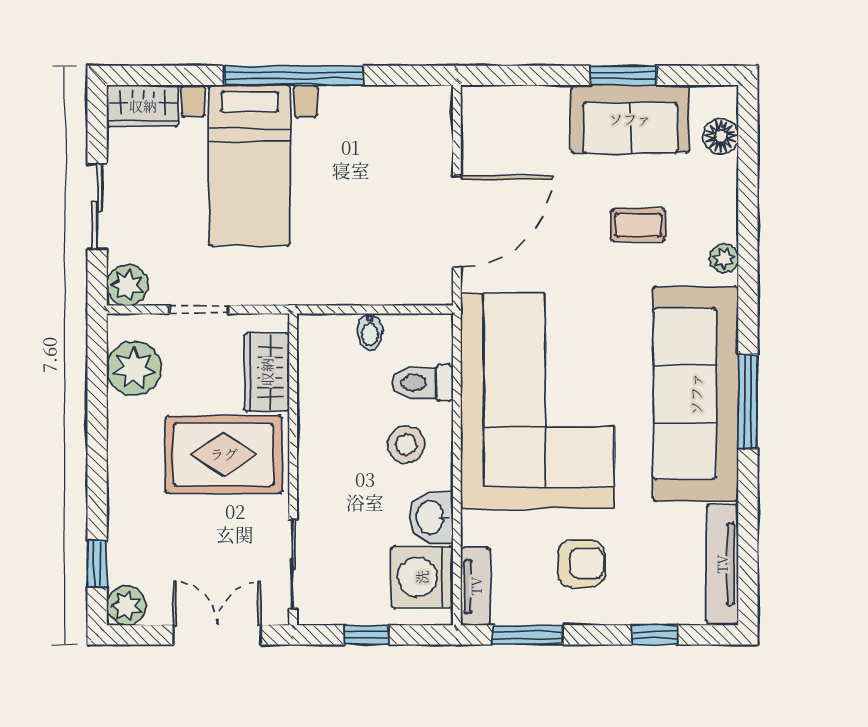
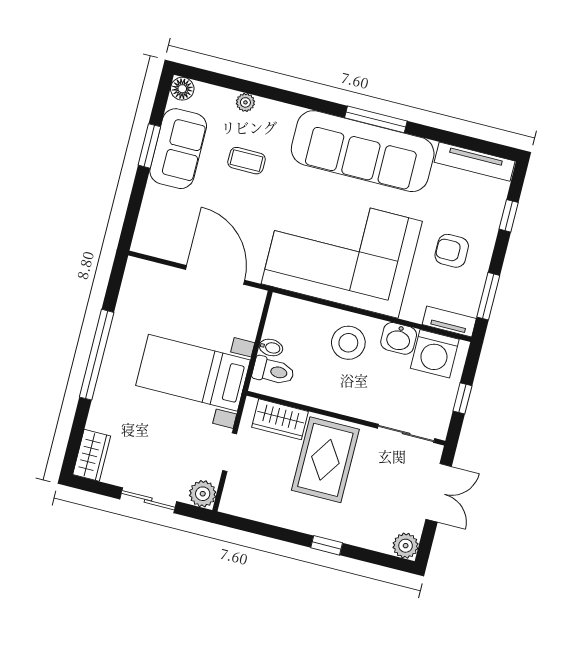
floor lamp: (721, 136) -> (182, 89), moved
bed with nightstands: (250, 165) -> (193, 373), moved, turned 180
coffee table: (638, 225) -> (247, 161), turned 90
plant: (724, 258) -> (245, 102), moved
plant: (134, 368) -> (257, 503), removed
toilet: (422, 383) -> (273, 371), moved, turned -90
stool: (406, 445) -> (348, 343), width x1.38, depth x1.38
armchair: (581, 563) -> (452, 251), turned -90
window: (97, 564) -> (327, 545), moved
double door: (217, 635) -> (439, 493), swing flipped

